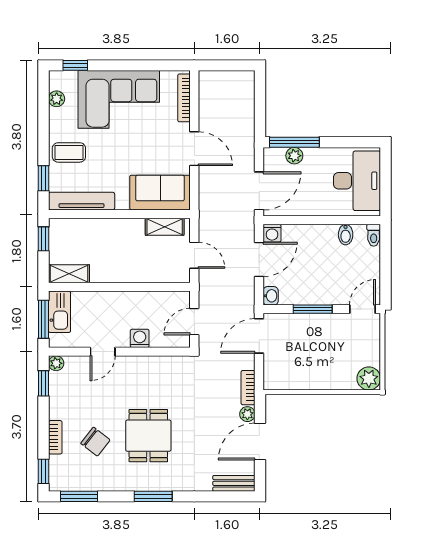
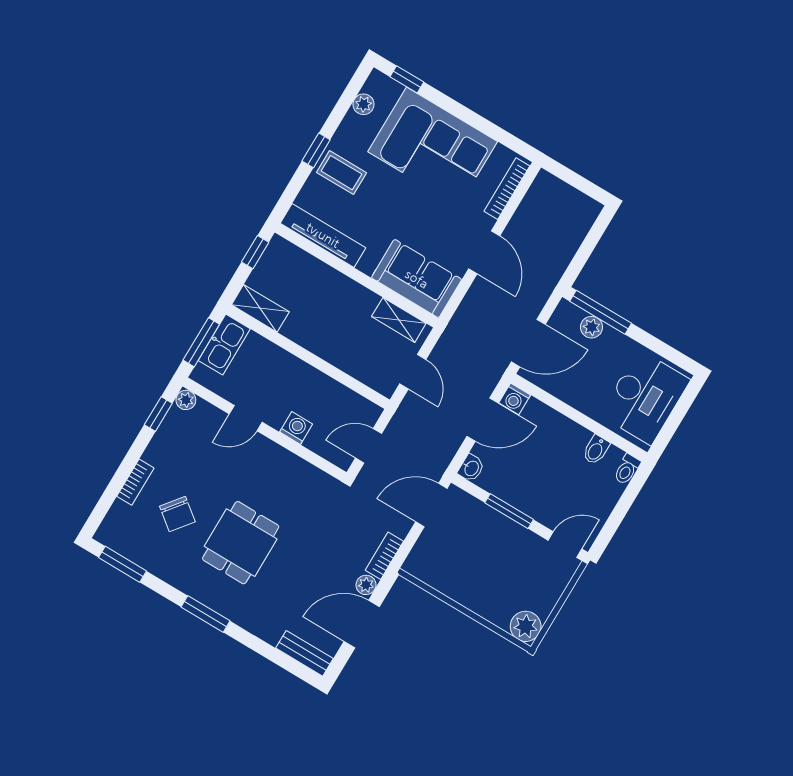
window: (43, 178) -> (316, 150), moved
window: (43, 471) -> (99, 512), removed

